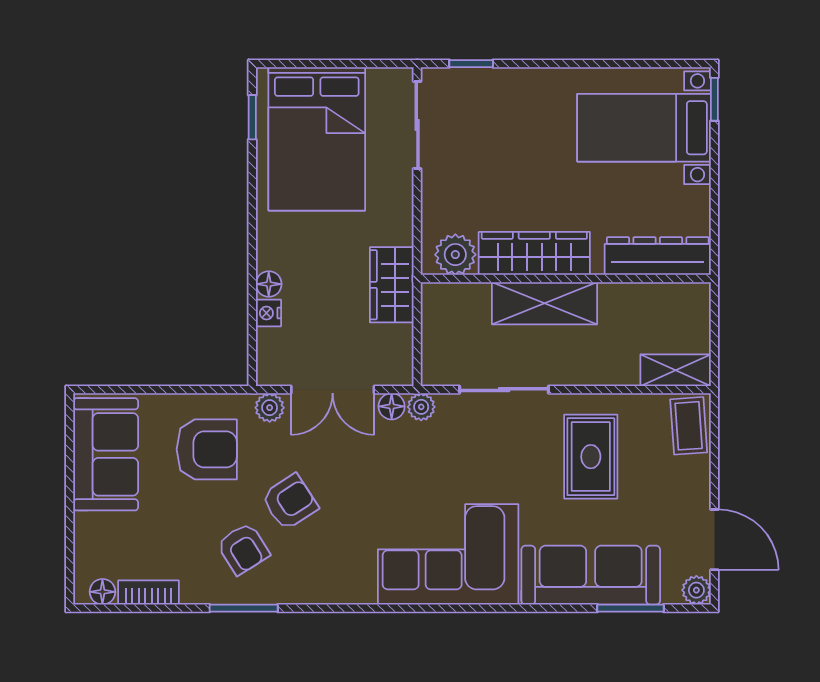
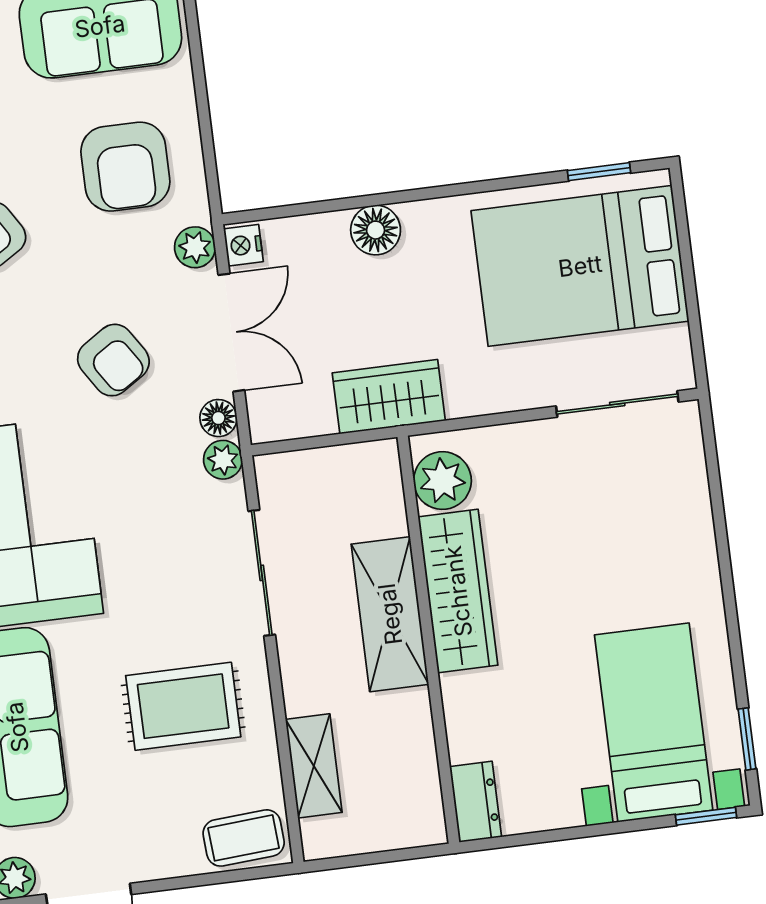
window: (471, 64) -> (747, 739), moved
dresser: (658, 256) -> (476, 802), width x0.51, depth x0.80
floor lamp: (269, 284) -> (376, 230), width x1.37, depth x1.37
nightstand: (268, 313) -> (243, 245), moved, turned -90
shelving: (676, 370) -> (314, 766), moved
double door: (333, 390) -> (231, 333), swing flipped
armchair: (290, 502) -> (113, 360), moved

